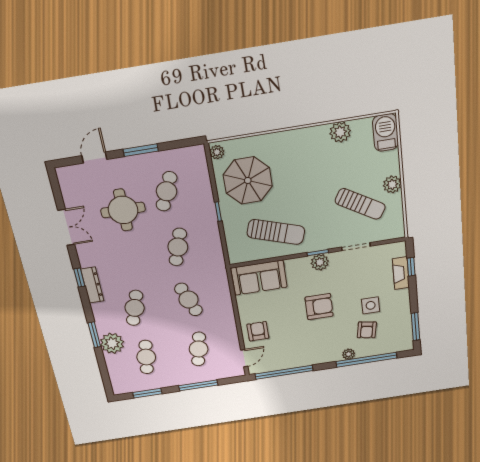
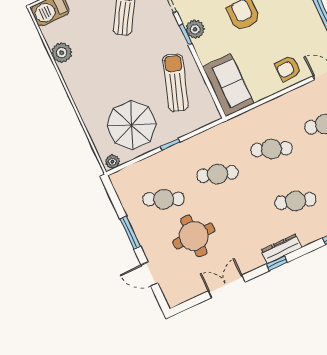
cafe table: (189, 300) -> (271, 149), turned 42

